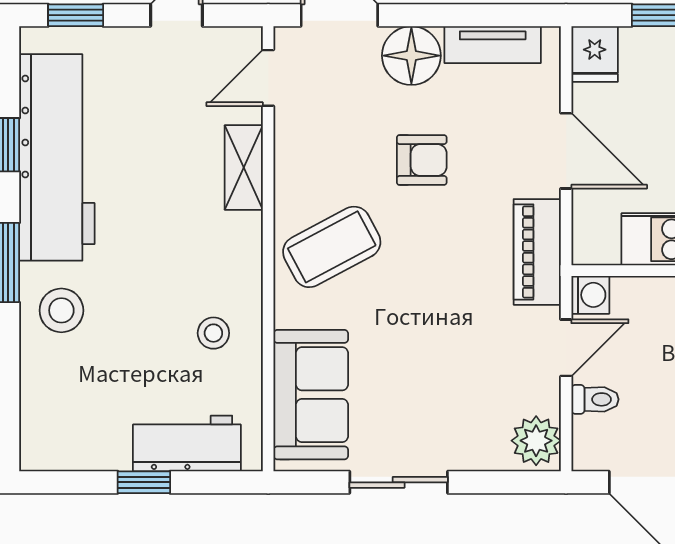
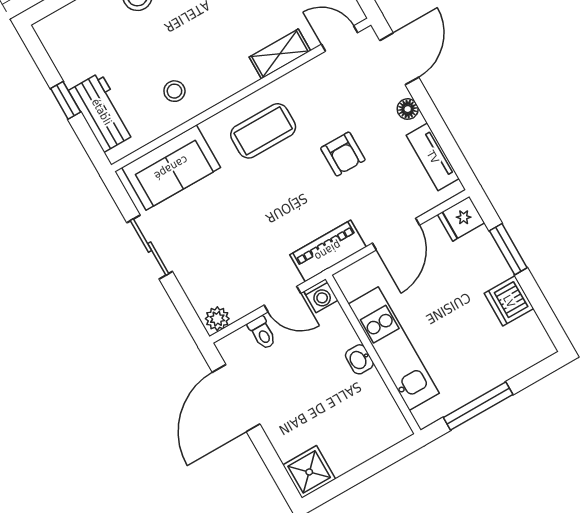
floor lamp: (411, 56) -> (408, 109), width x0.53, depth x0.53
coffee table: (332, 247) -> (263, 131), turned -62
plant: (536, 441) -> (217, 319), width x0.73, depth x0.73

